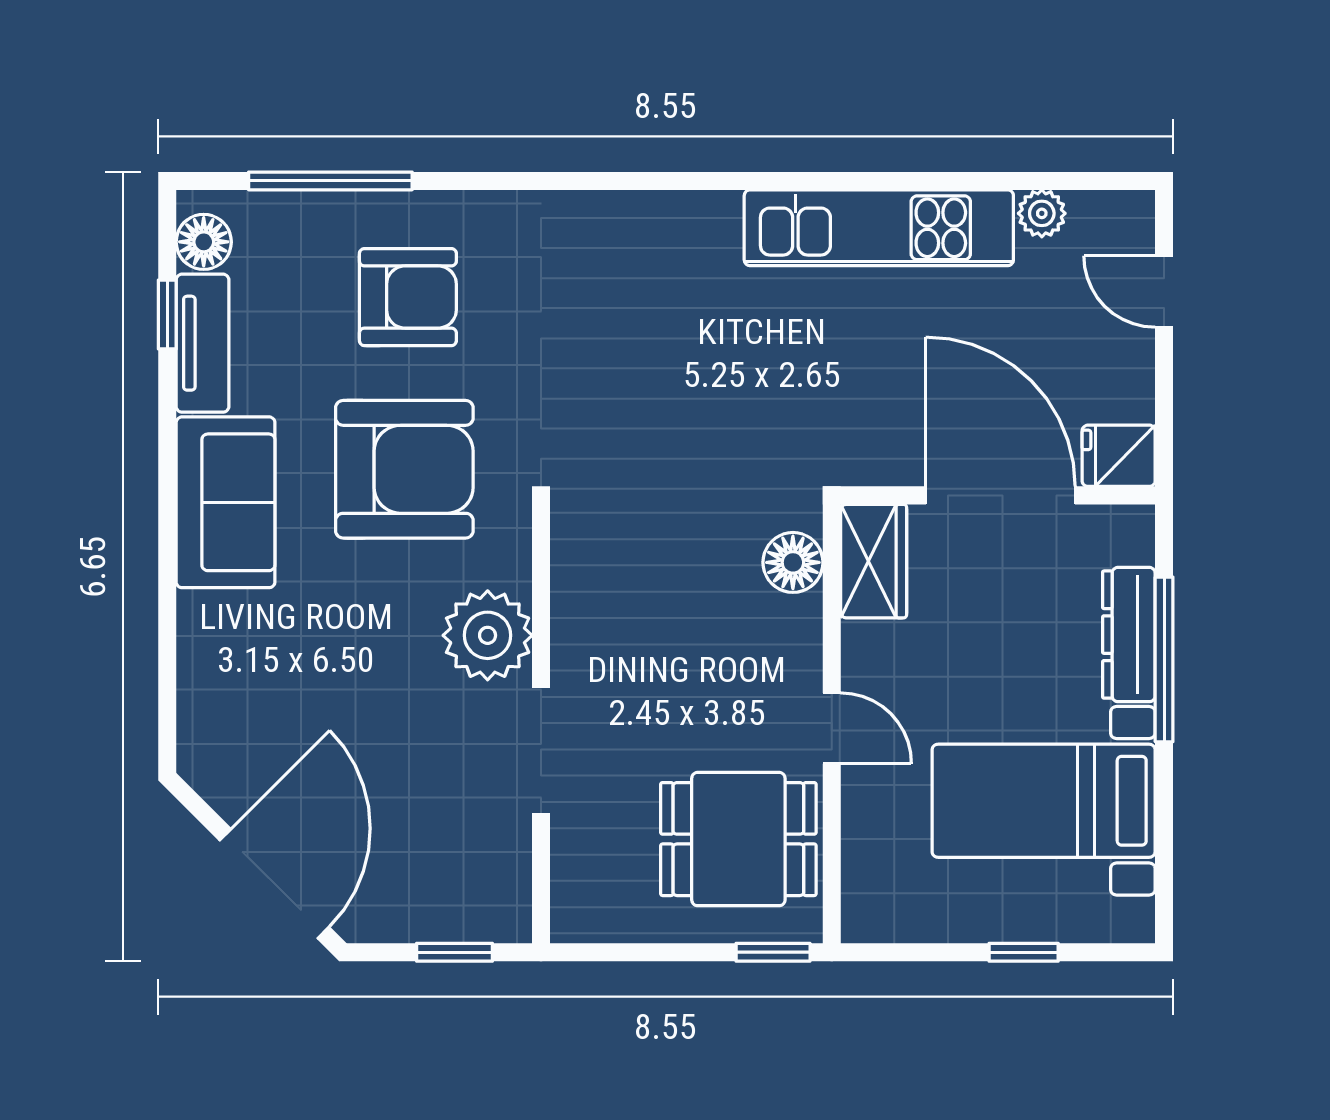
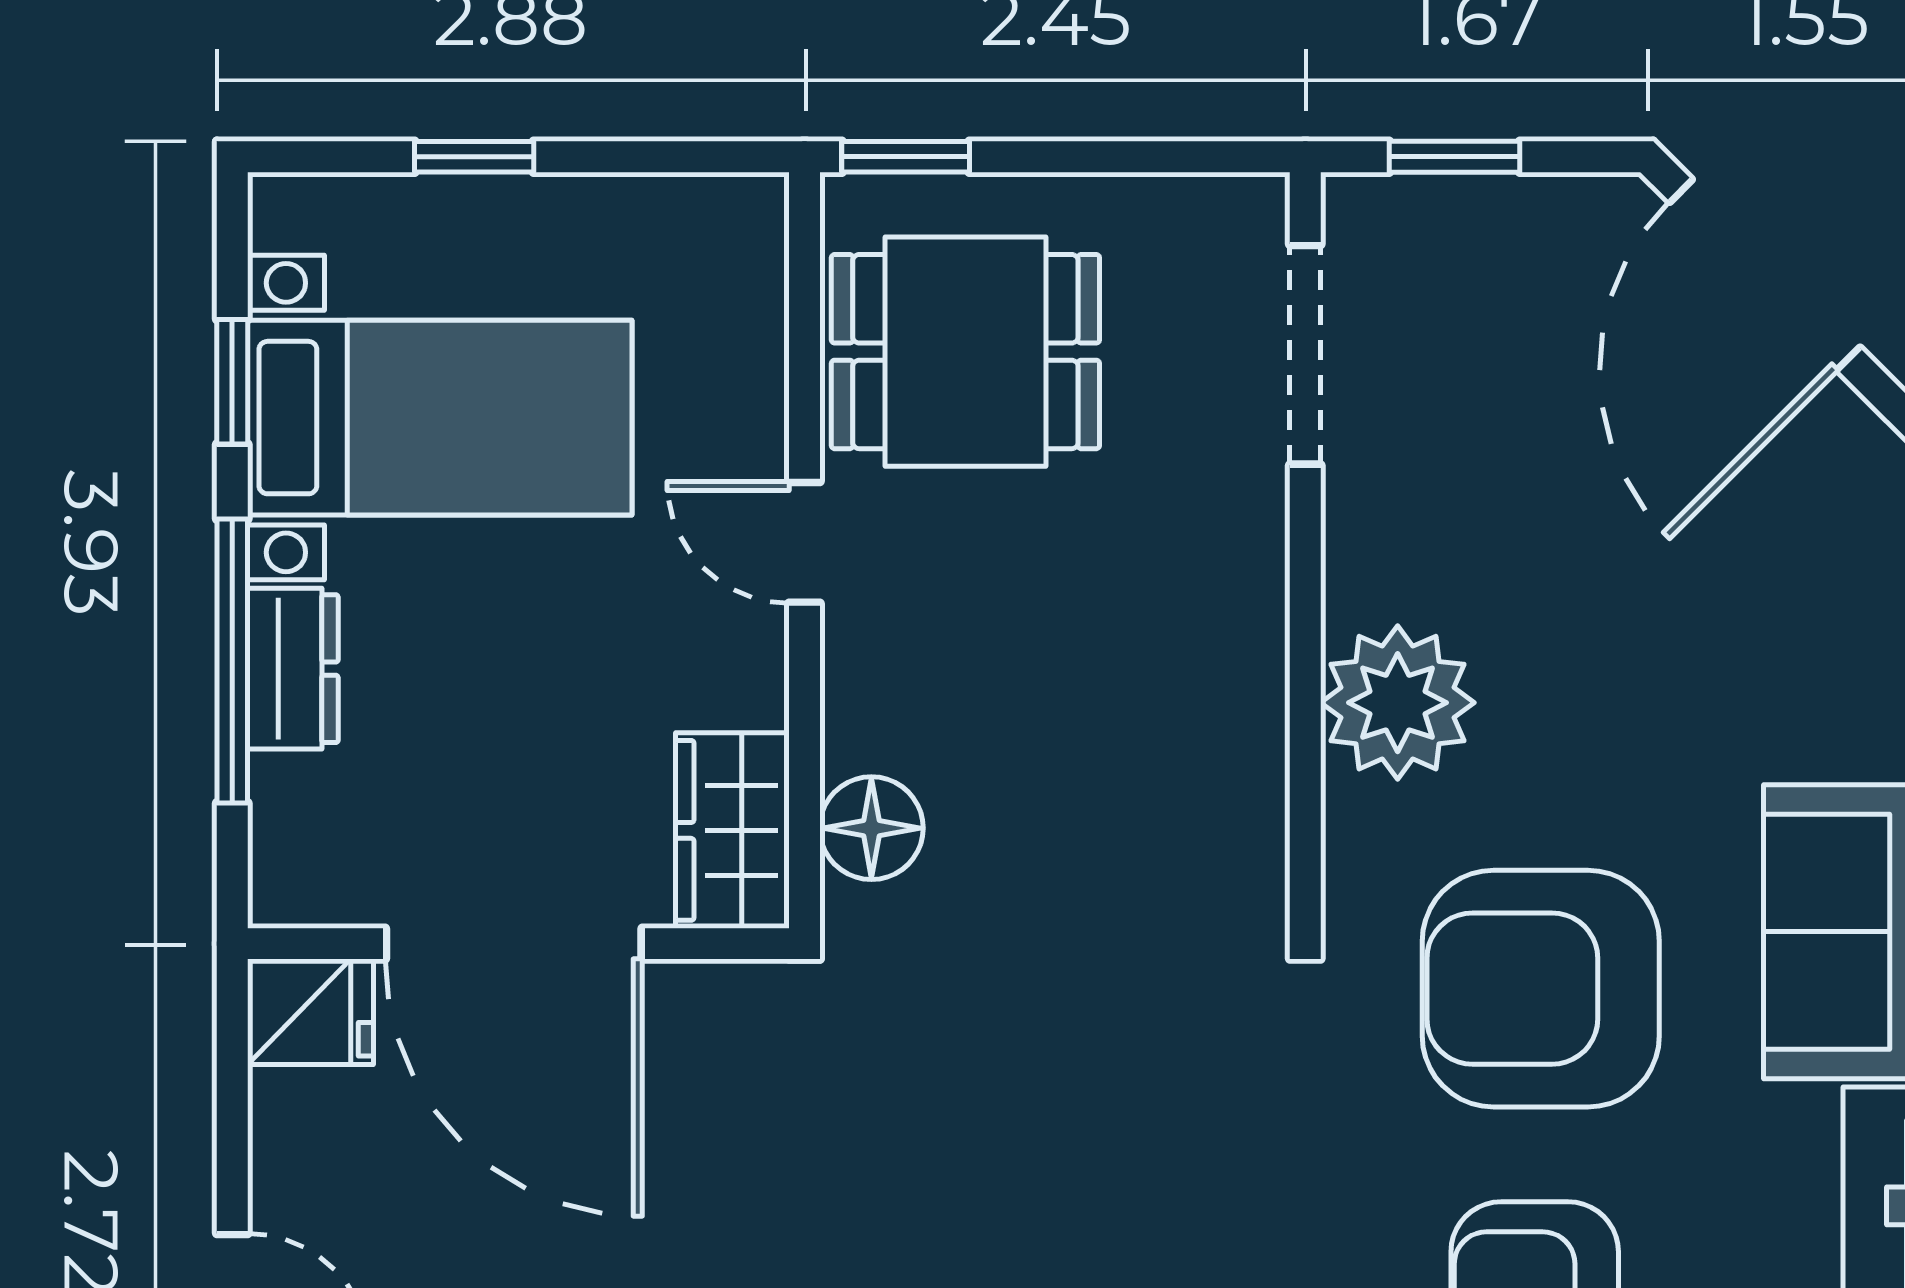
dresser: (1129, 635) -> (293, 669), width x0.70
doorway: (541, 750) -> (1305, 355), moved
window: (1164, 822) -> (232, 382), added

